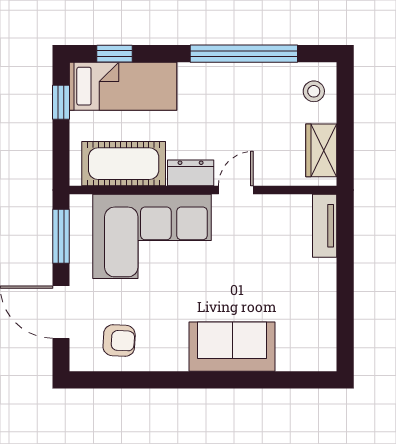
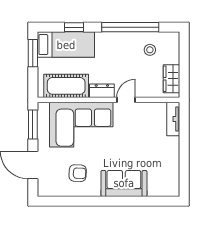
window: (115, 54) -> (74, 27), moved
stool: (314, 91) -> (150, 50), moved
window: (61, 102) -> (33, 53), width x1.50
armchair: (119, 341) -> (78, 173), moved

